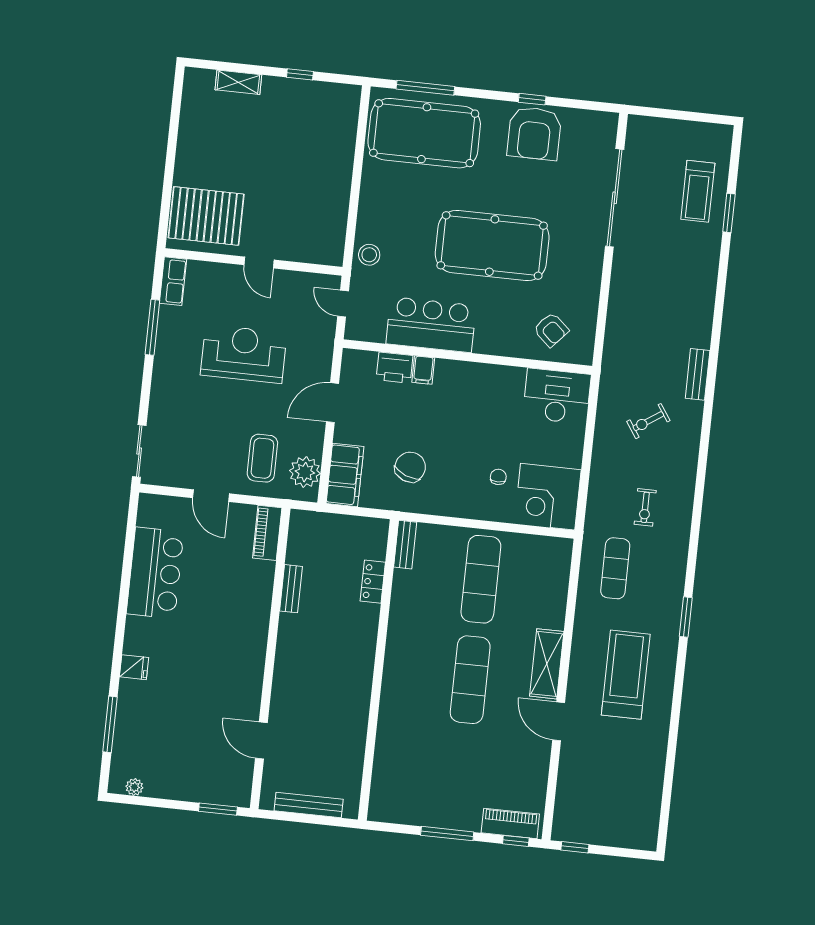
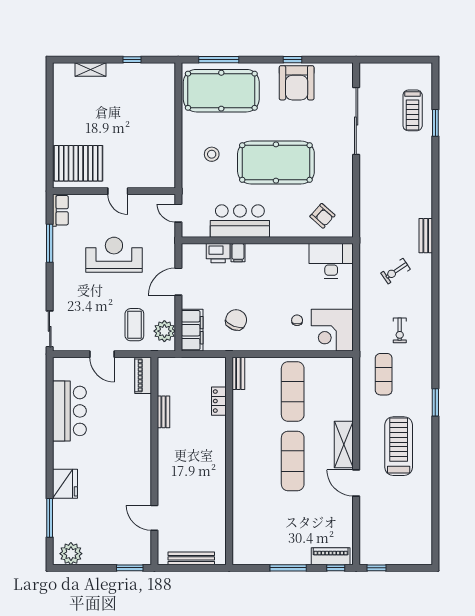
stool: (369, 255) -> (212, 154), moved
fridge: (134, 667) -> (65, 484), width x1.88, depth x1.34
plant: (134, 787) -> (71, 554), width x1.88, depth x1.88

